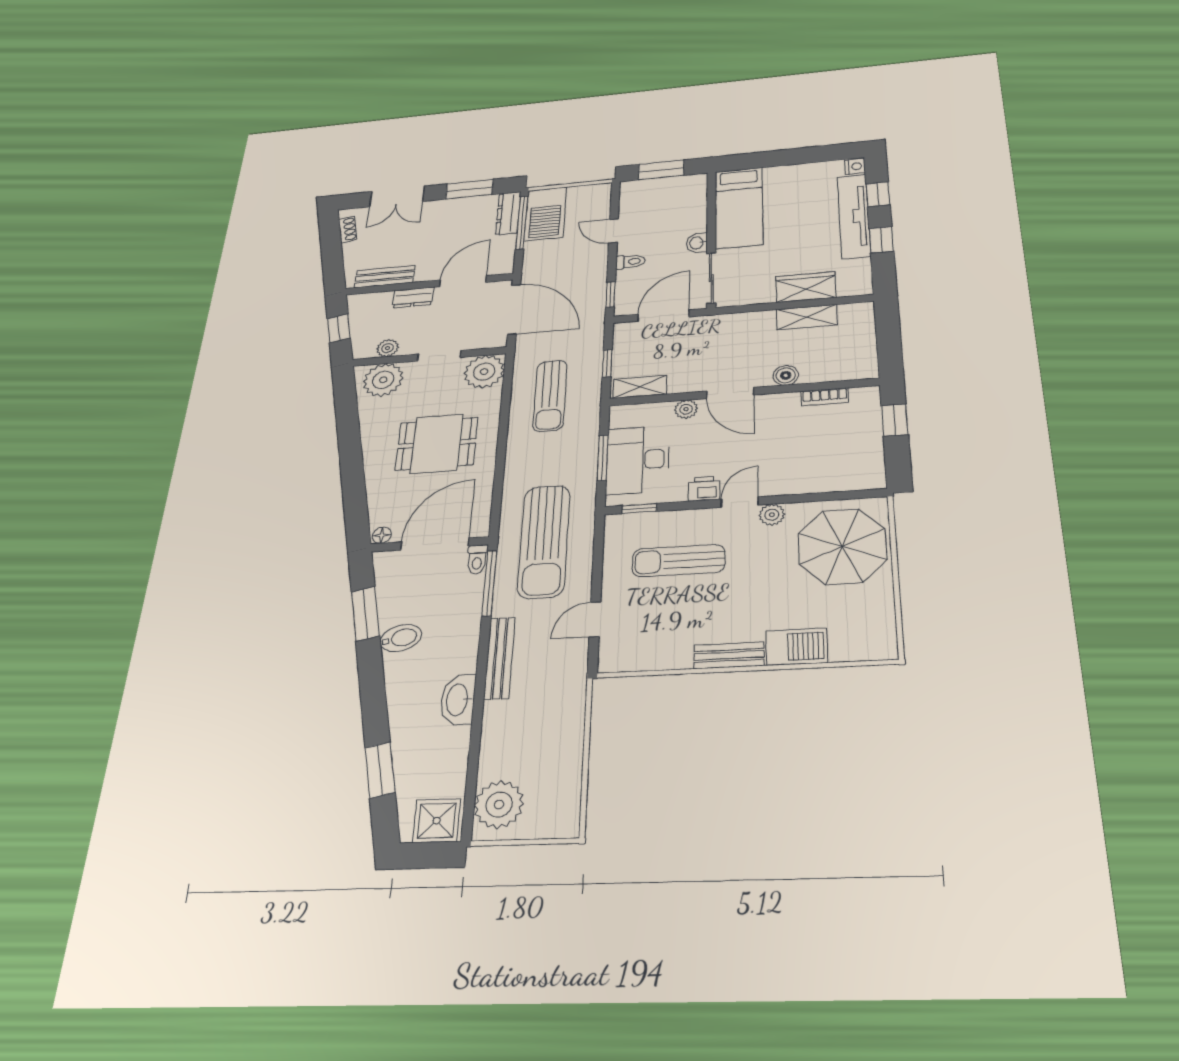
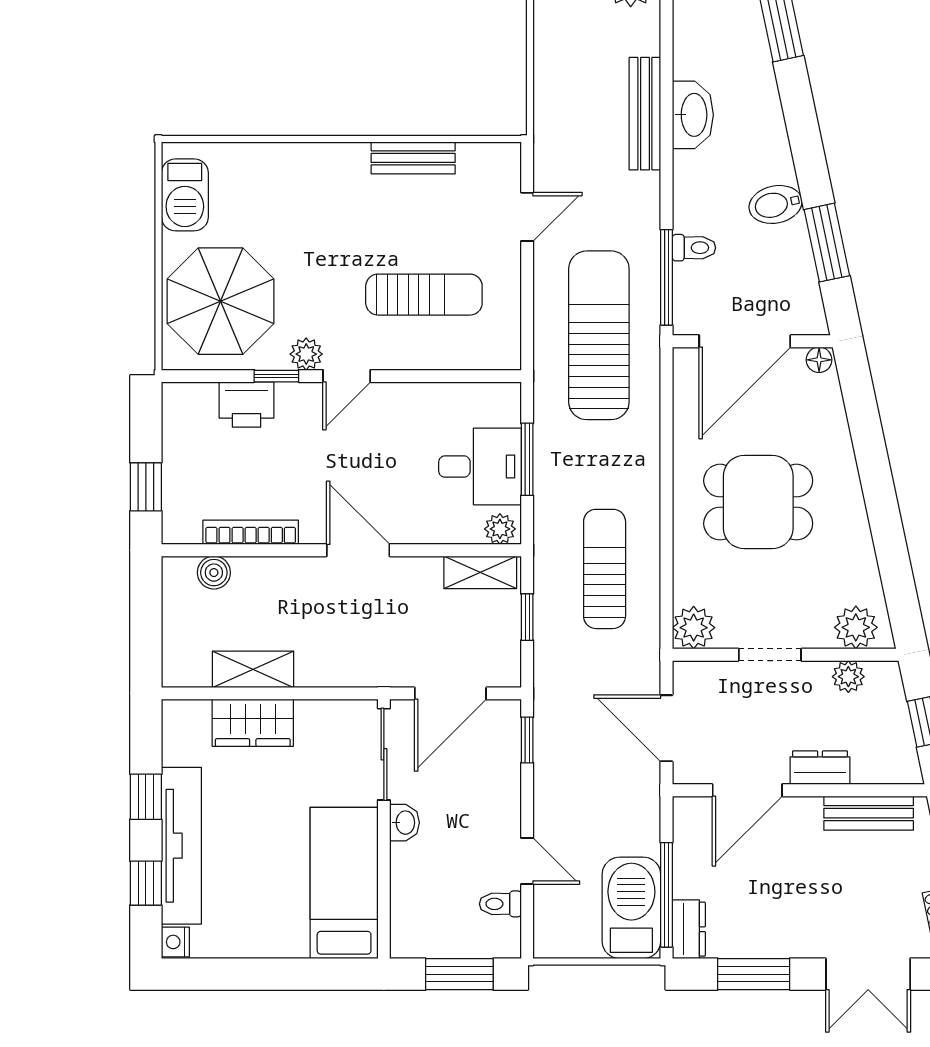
double door: (397, 196) -> (868, 974), swing flipped
dresser: (508, 213) -> (689, 929), width x0.70
toilet: (630, 262) -> (500, 904), moved
door: (514, 309) -> (666, 728), width x0.73
plant: (484, 372) -> (694, 628), width x0.73, depth x0.73
boiler: (786, 375) -> (214, 573), moved
plant: (383, 380) -> (856, 627), width x0.73, depth x0.73
bookcase: (825, 397) -> (251, 532), width x1.56
plant: (686, 409) -> (500, 529), moved
desk: (638, 460) -> (480, 467), width x0.73
printer: (704, 489) -> (247, 405), moved, width x1.36, depth x1.24
window: (639, 508) -> (276, 376), moved
toilet: (477, 559) -> (694, 248), moved, turned 90
barbecue: (797, 647) -> (185, 195), moved, turned -90
bench: (729, 655) -> (413, 158), moved
bench: (499, 658) -> (645, 114), moved

